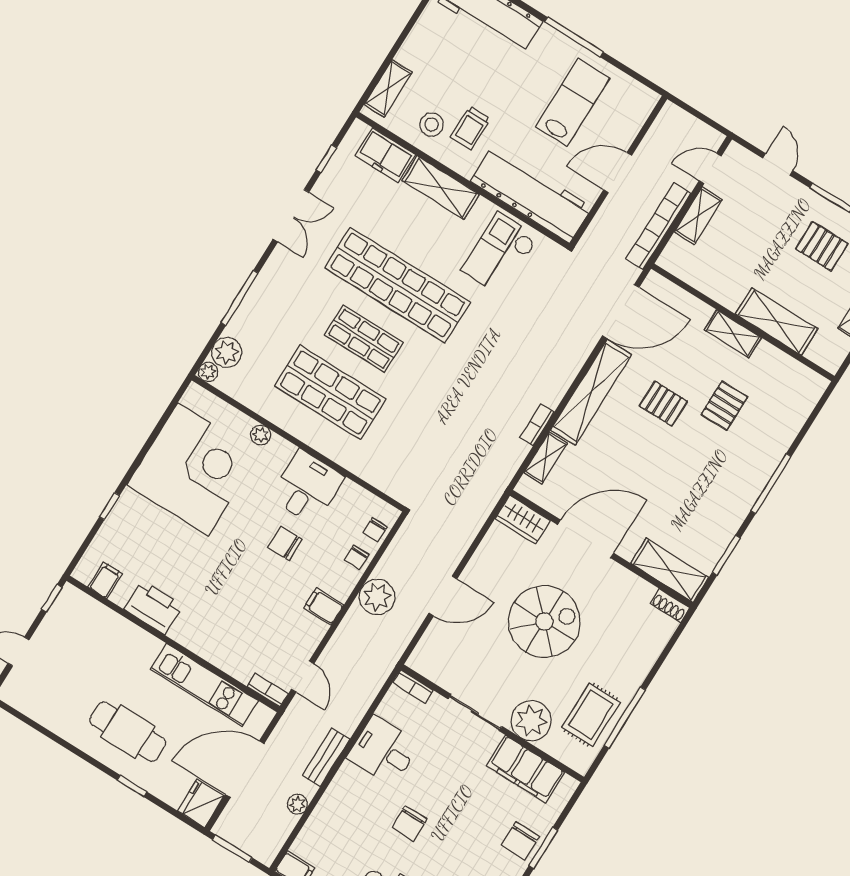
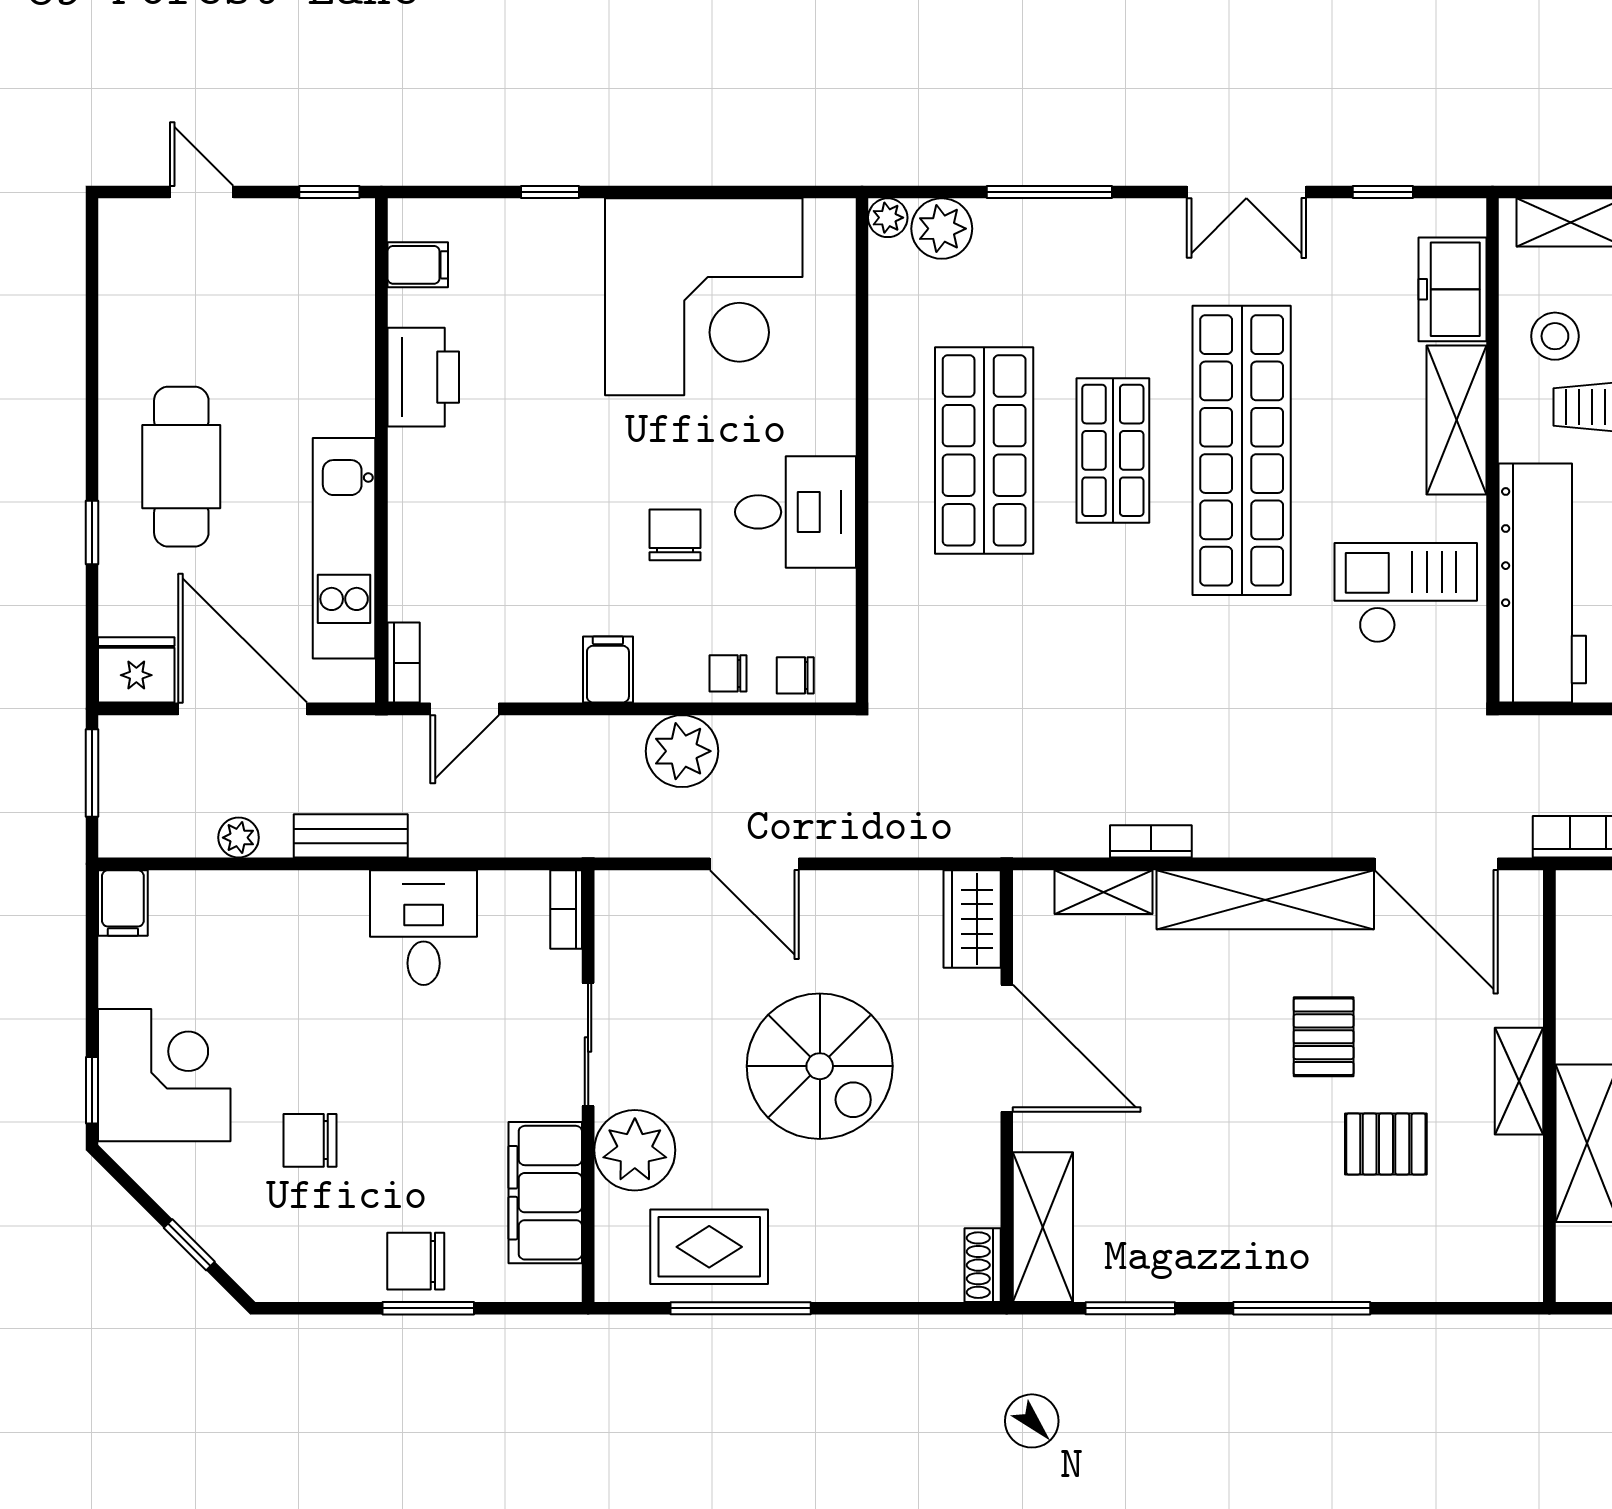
plant: (261, 435) -> (836, 376), removed
chair: (409, 823) -> (310, 1140), moved

